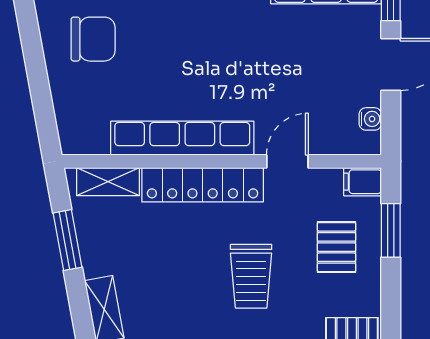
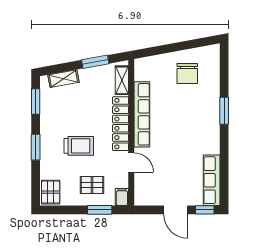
water cooler: (370, 119) -> (151, 200), removed
trolley: (251, 276) -> (79, 146), turned 180

